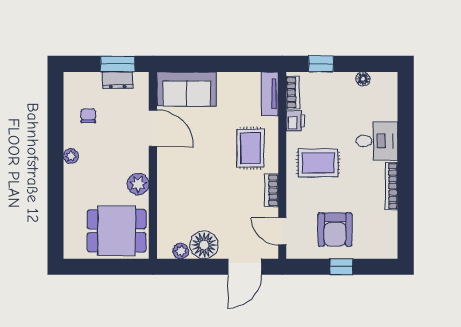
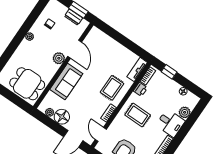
sofa: (187, 89) -> (66, 82), moved, turned -90
plant: (387, 110) -> (185, 112), added
plant: (138, 184) -> (59, 58), moved

